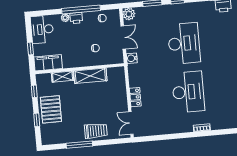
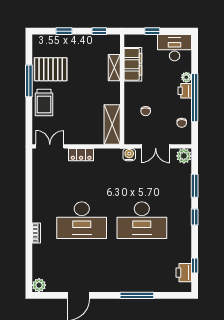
filing cabinet: (48, 63) -> (133, 64), moved
shelving: (90, 76) -> (112, 125), moved
pallet: (51, 109) -> (51, 69), moved

